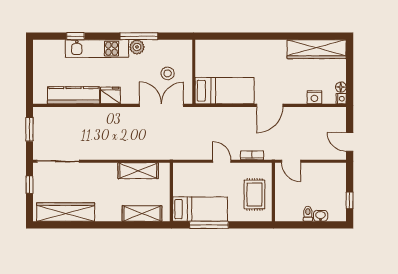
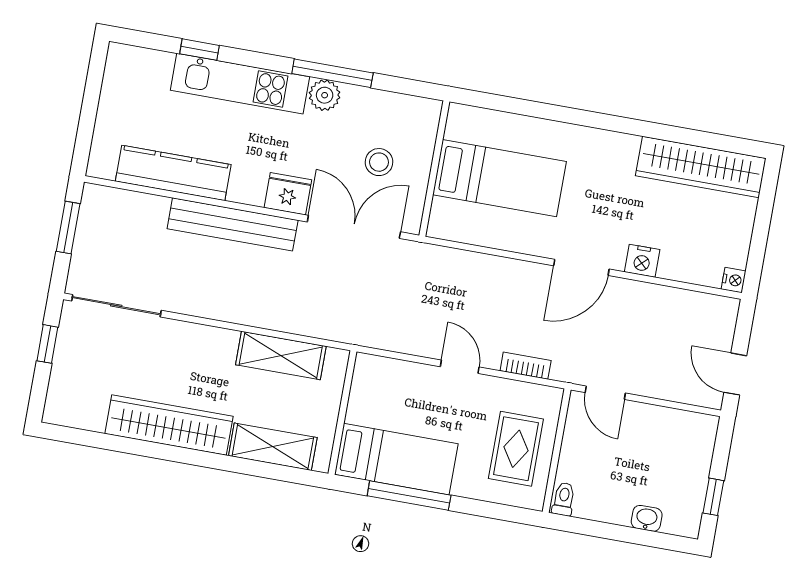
floor lamp: (341, 87) -> (737, 256), removed
bed: (225, 91) -> (499, 178), moved
fridge: (110, 95) -> (288, 194), moved
nightstand: (314, 97) -> (642, 261), moved
bench: (105, 114) -> (233, 224), added
wardrobe: (66, 212) -> (169, 425), moved
toilet: (308, 214) -> (564, 499), moved

